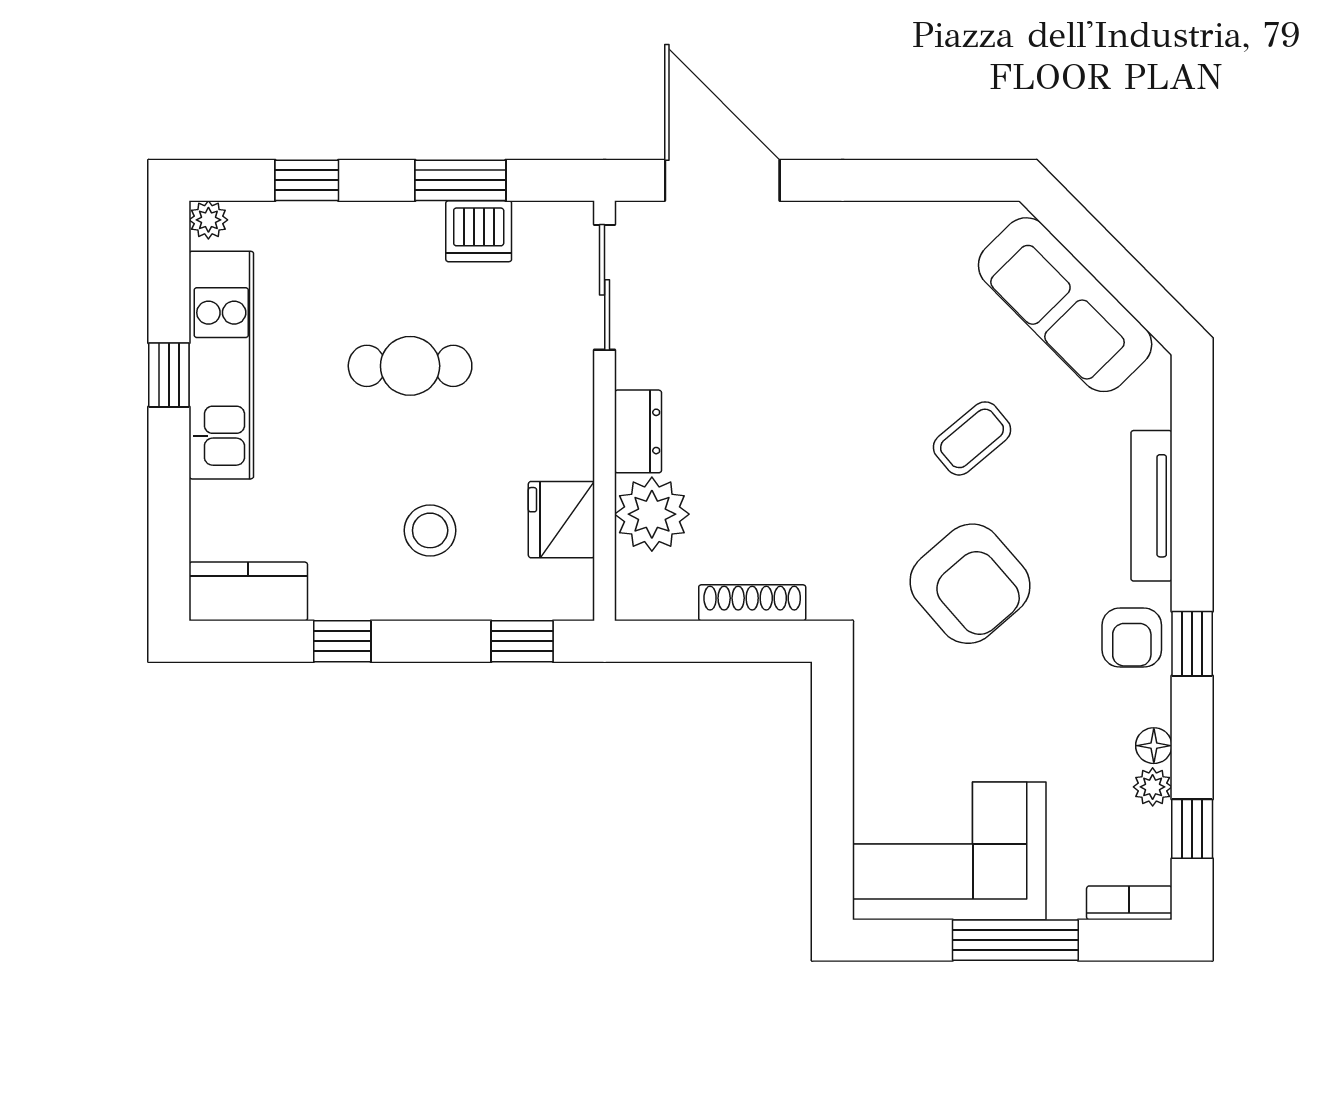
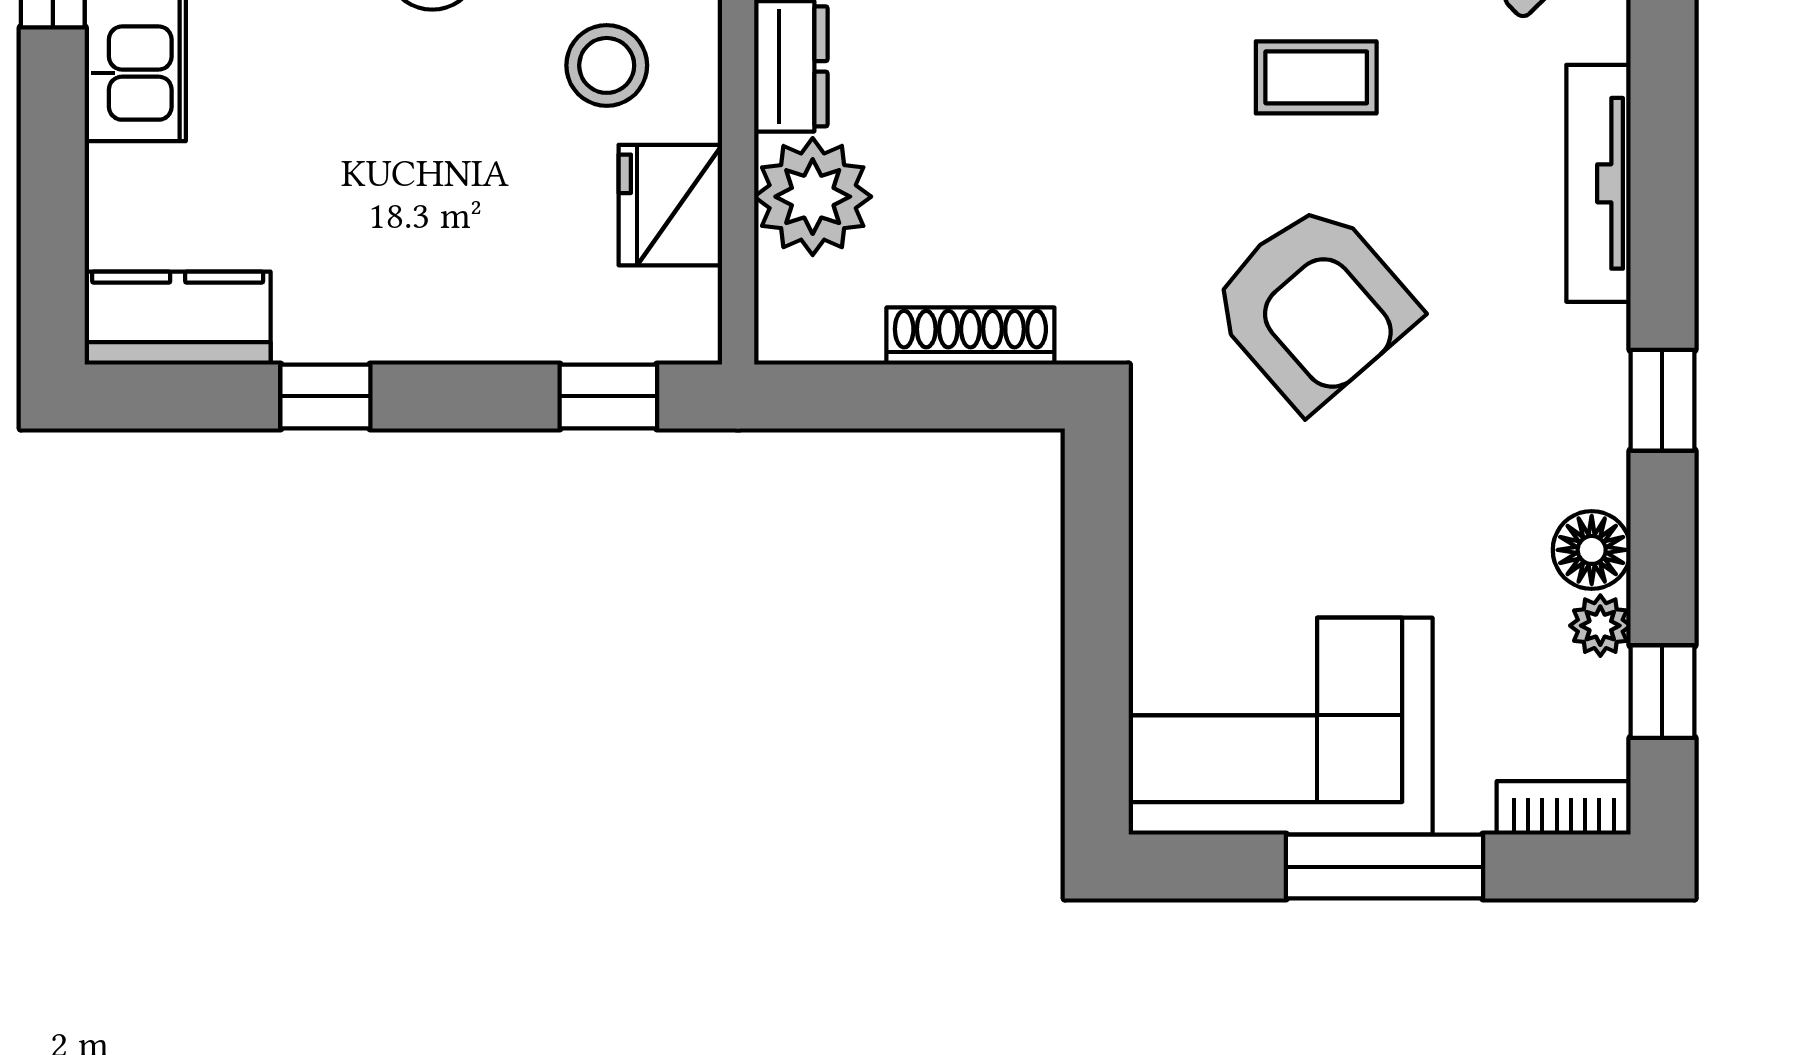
coffee table: (972, 438) -> (1316, 77), turned 40
stool: (430, 530) -> (607, 65), moved
armchair: (1132, 638) -> (1568, 391), removed
floor lamp: (1154, 746) -> (1592, 550), width x1.37, depth x1.37

